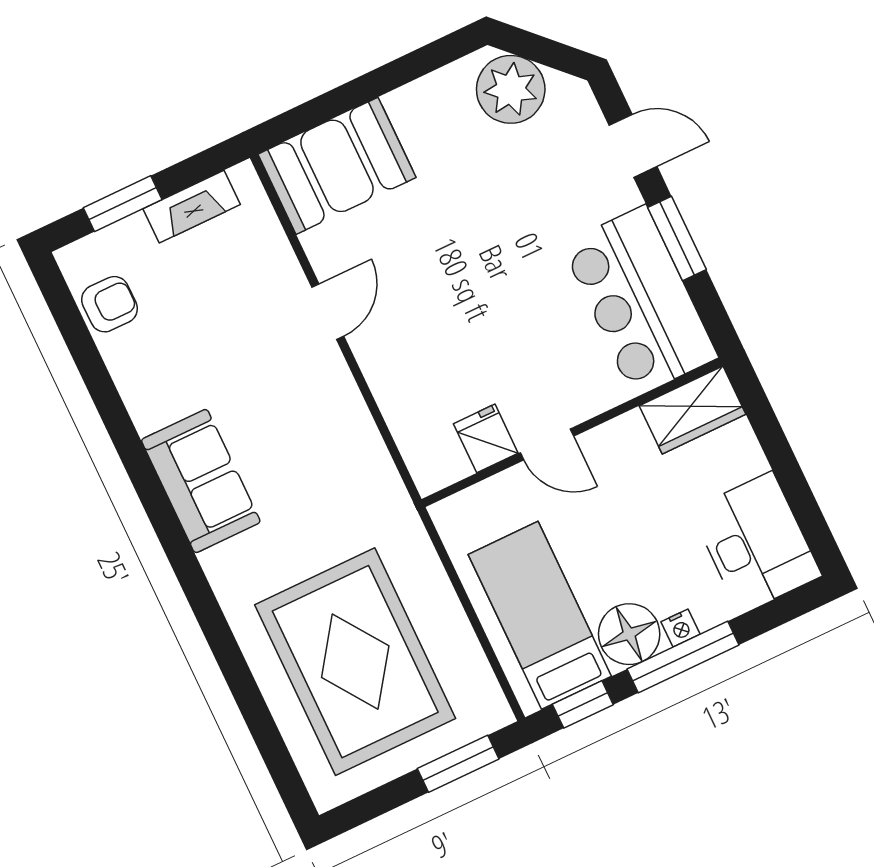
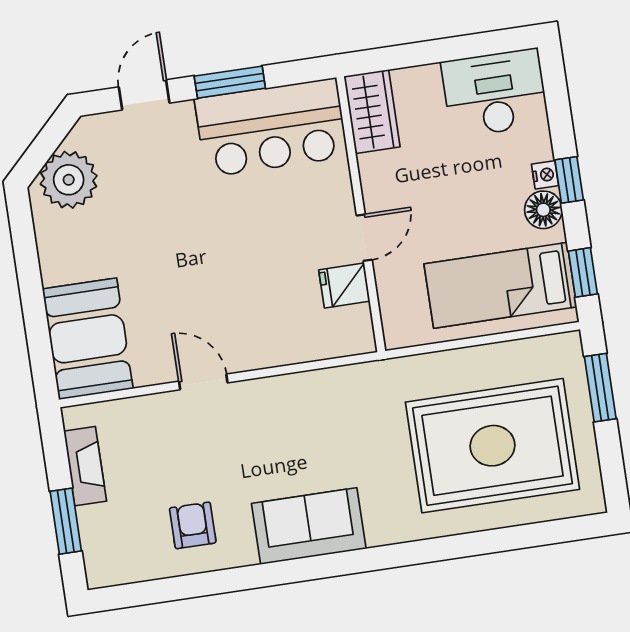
armchair: (110, 304) -> (193, 525), moved
floor lamp: (629, 634) -> (543, 210), width x0.73, depth x0.73
window: (683, 657) -> (569, 180), width x0.46

